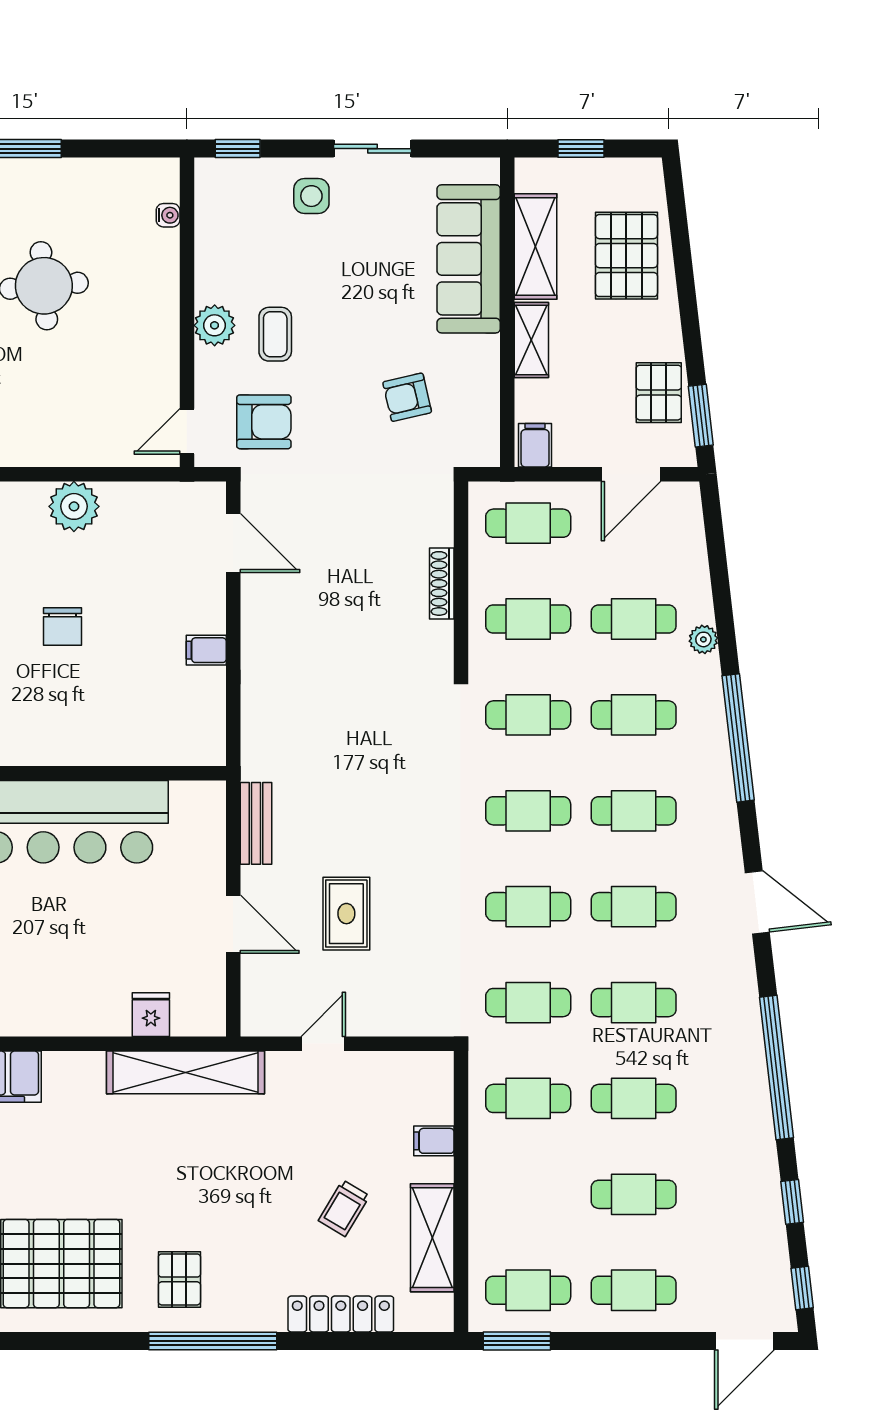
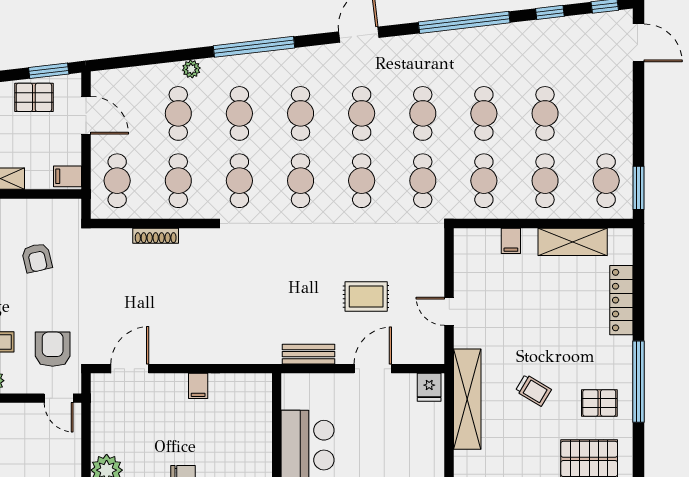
fridge: (151, 1015) -> (429, 387), moved, turned -90
trolley: (344, 1208) -> (533, 390), moved
cafe table: (634, 1290) -> (545, 181), moved

